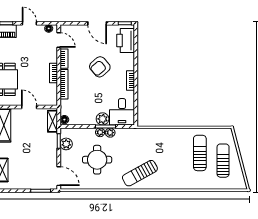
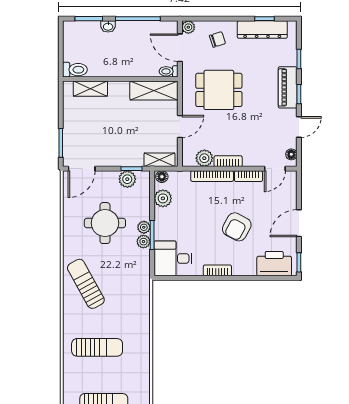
armchair: (100, 67) -> (237, 227), turned -111
plant: (51, 90) -> (204, 158), added
plant: (103, 119) -> (163, 198), moved
sun lounger: (200, 153) -> (97, 347), moved

